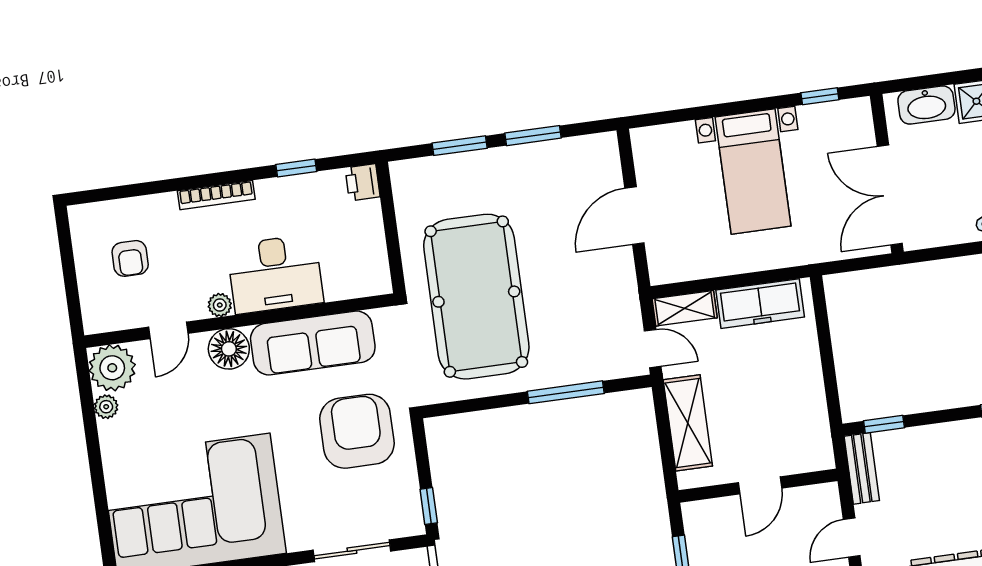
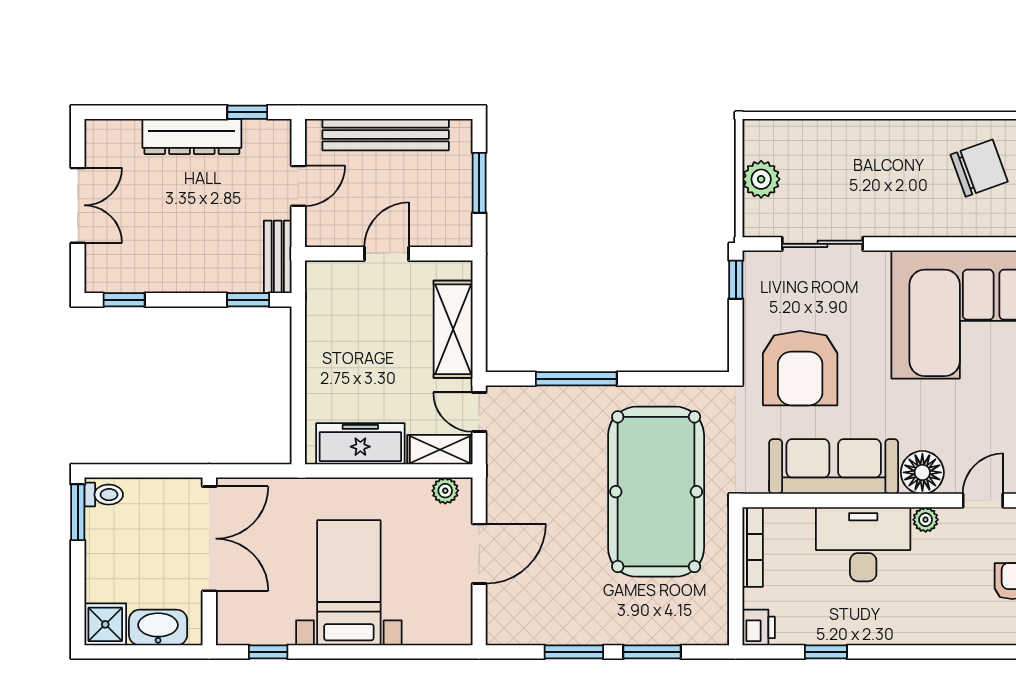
bookcase: (216, 195) -> (753, 547), moved, turned 90
plant: (674, 270) -> (445, 491), added

